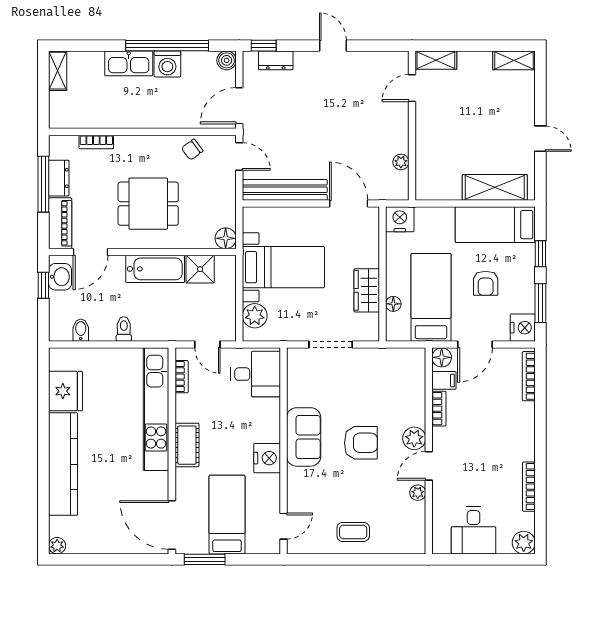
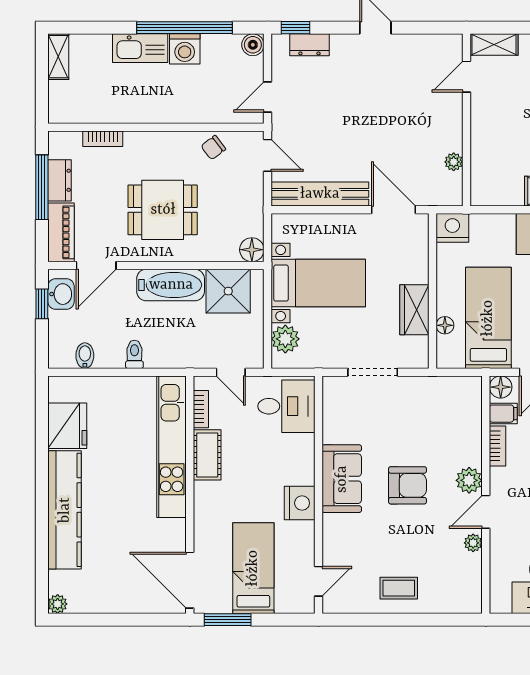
door: (239, 106) -> (267, 97), width x0.73
shower: (200, 269) -> (228, 291), width x1.36, depth x1.36
cot: (187, 445) -> (207, 455), moved

